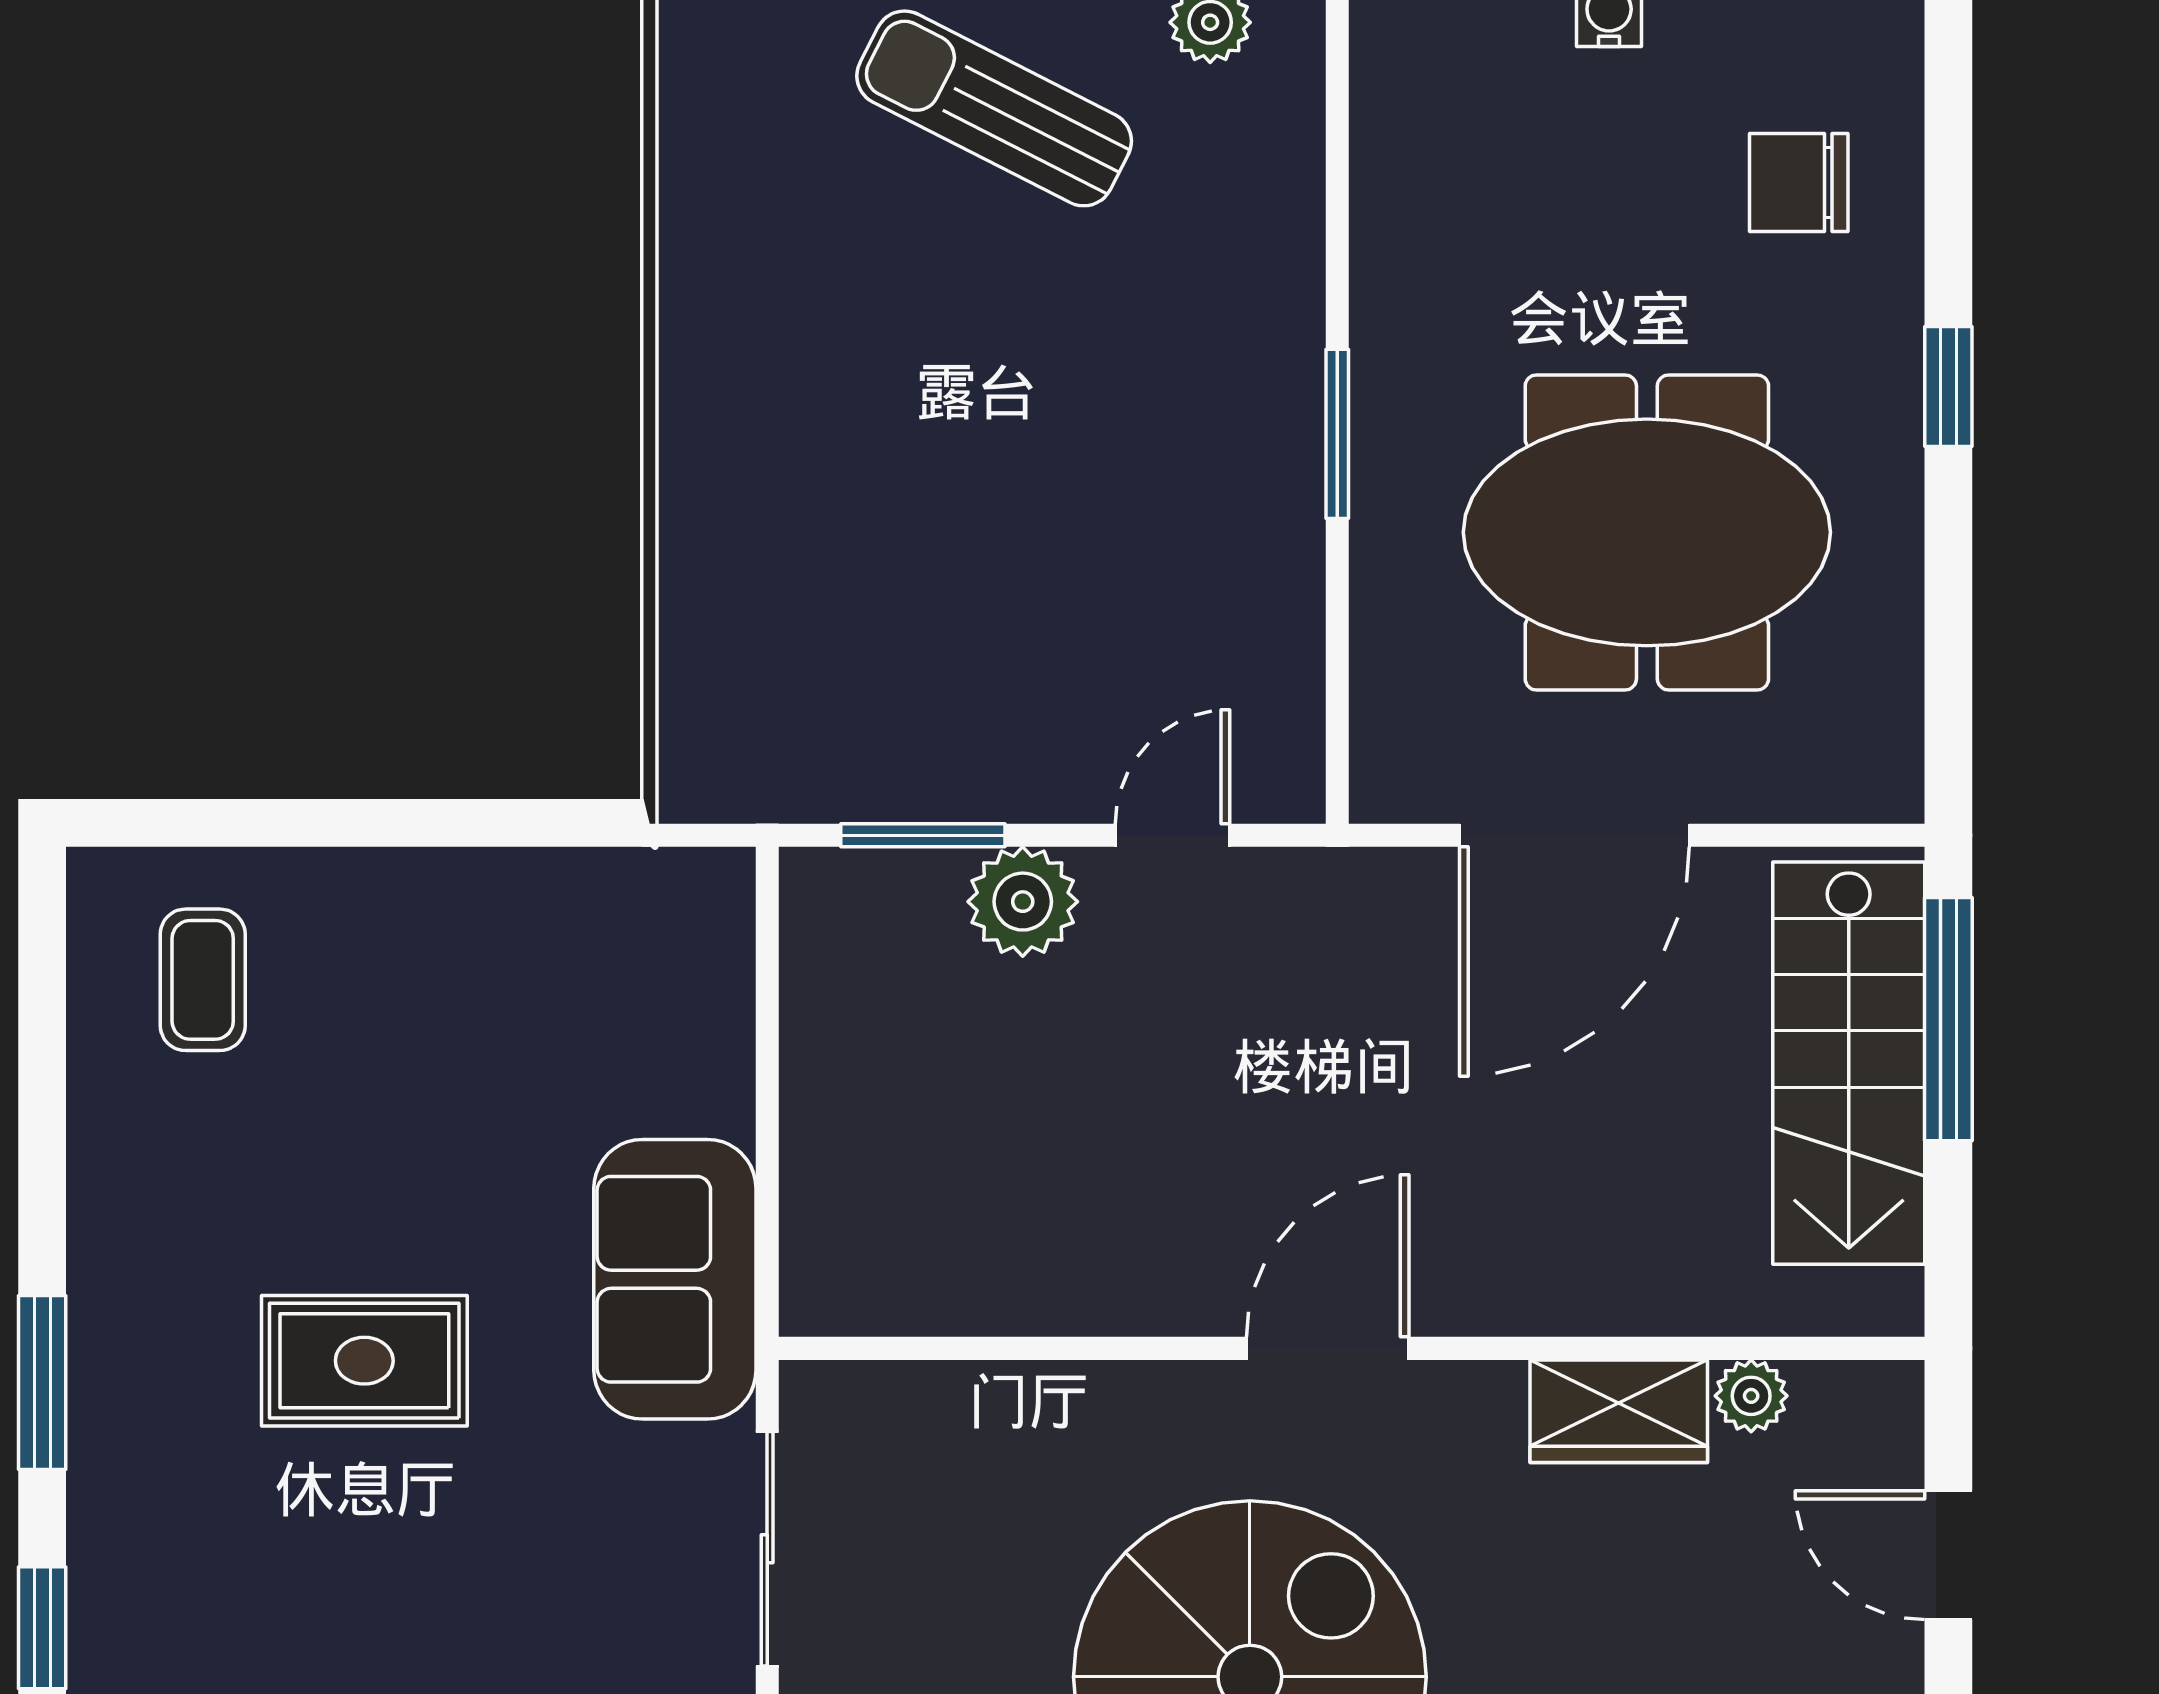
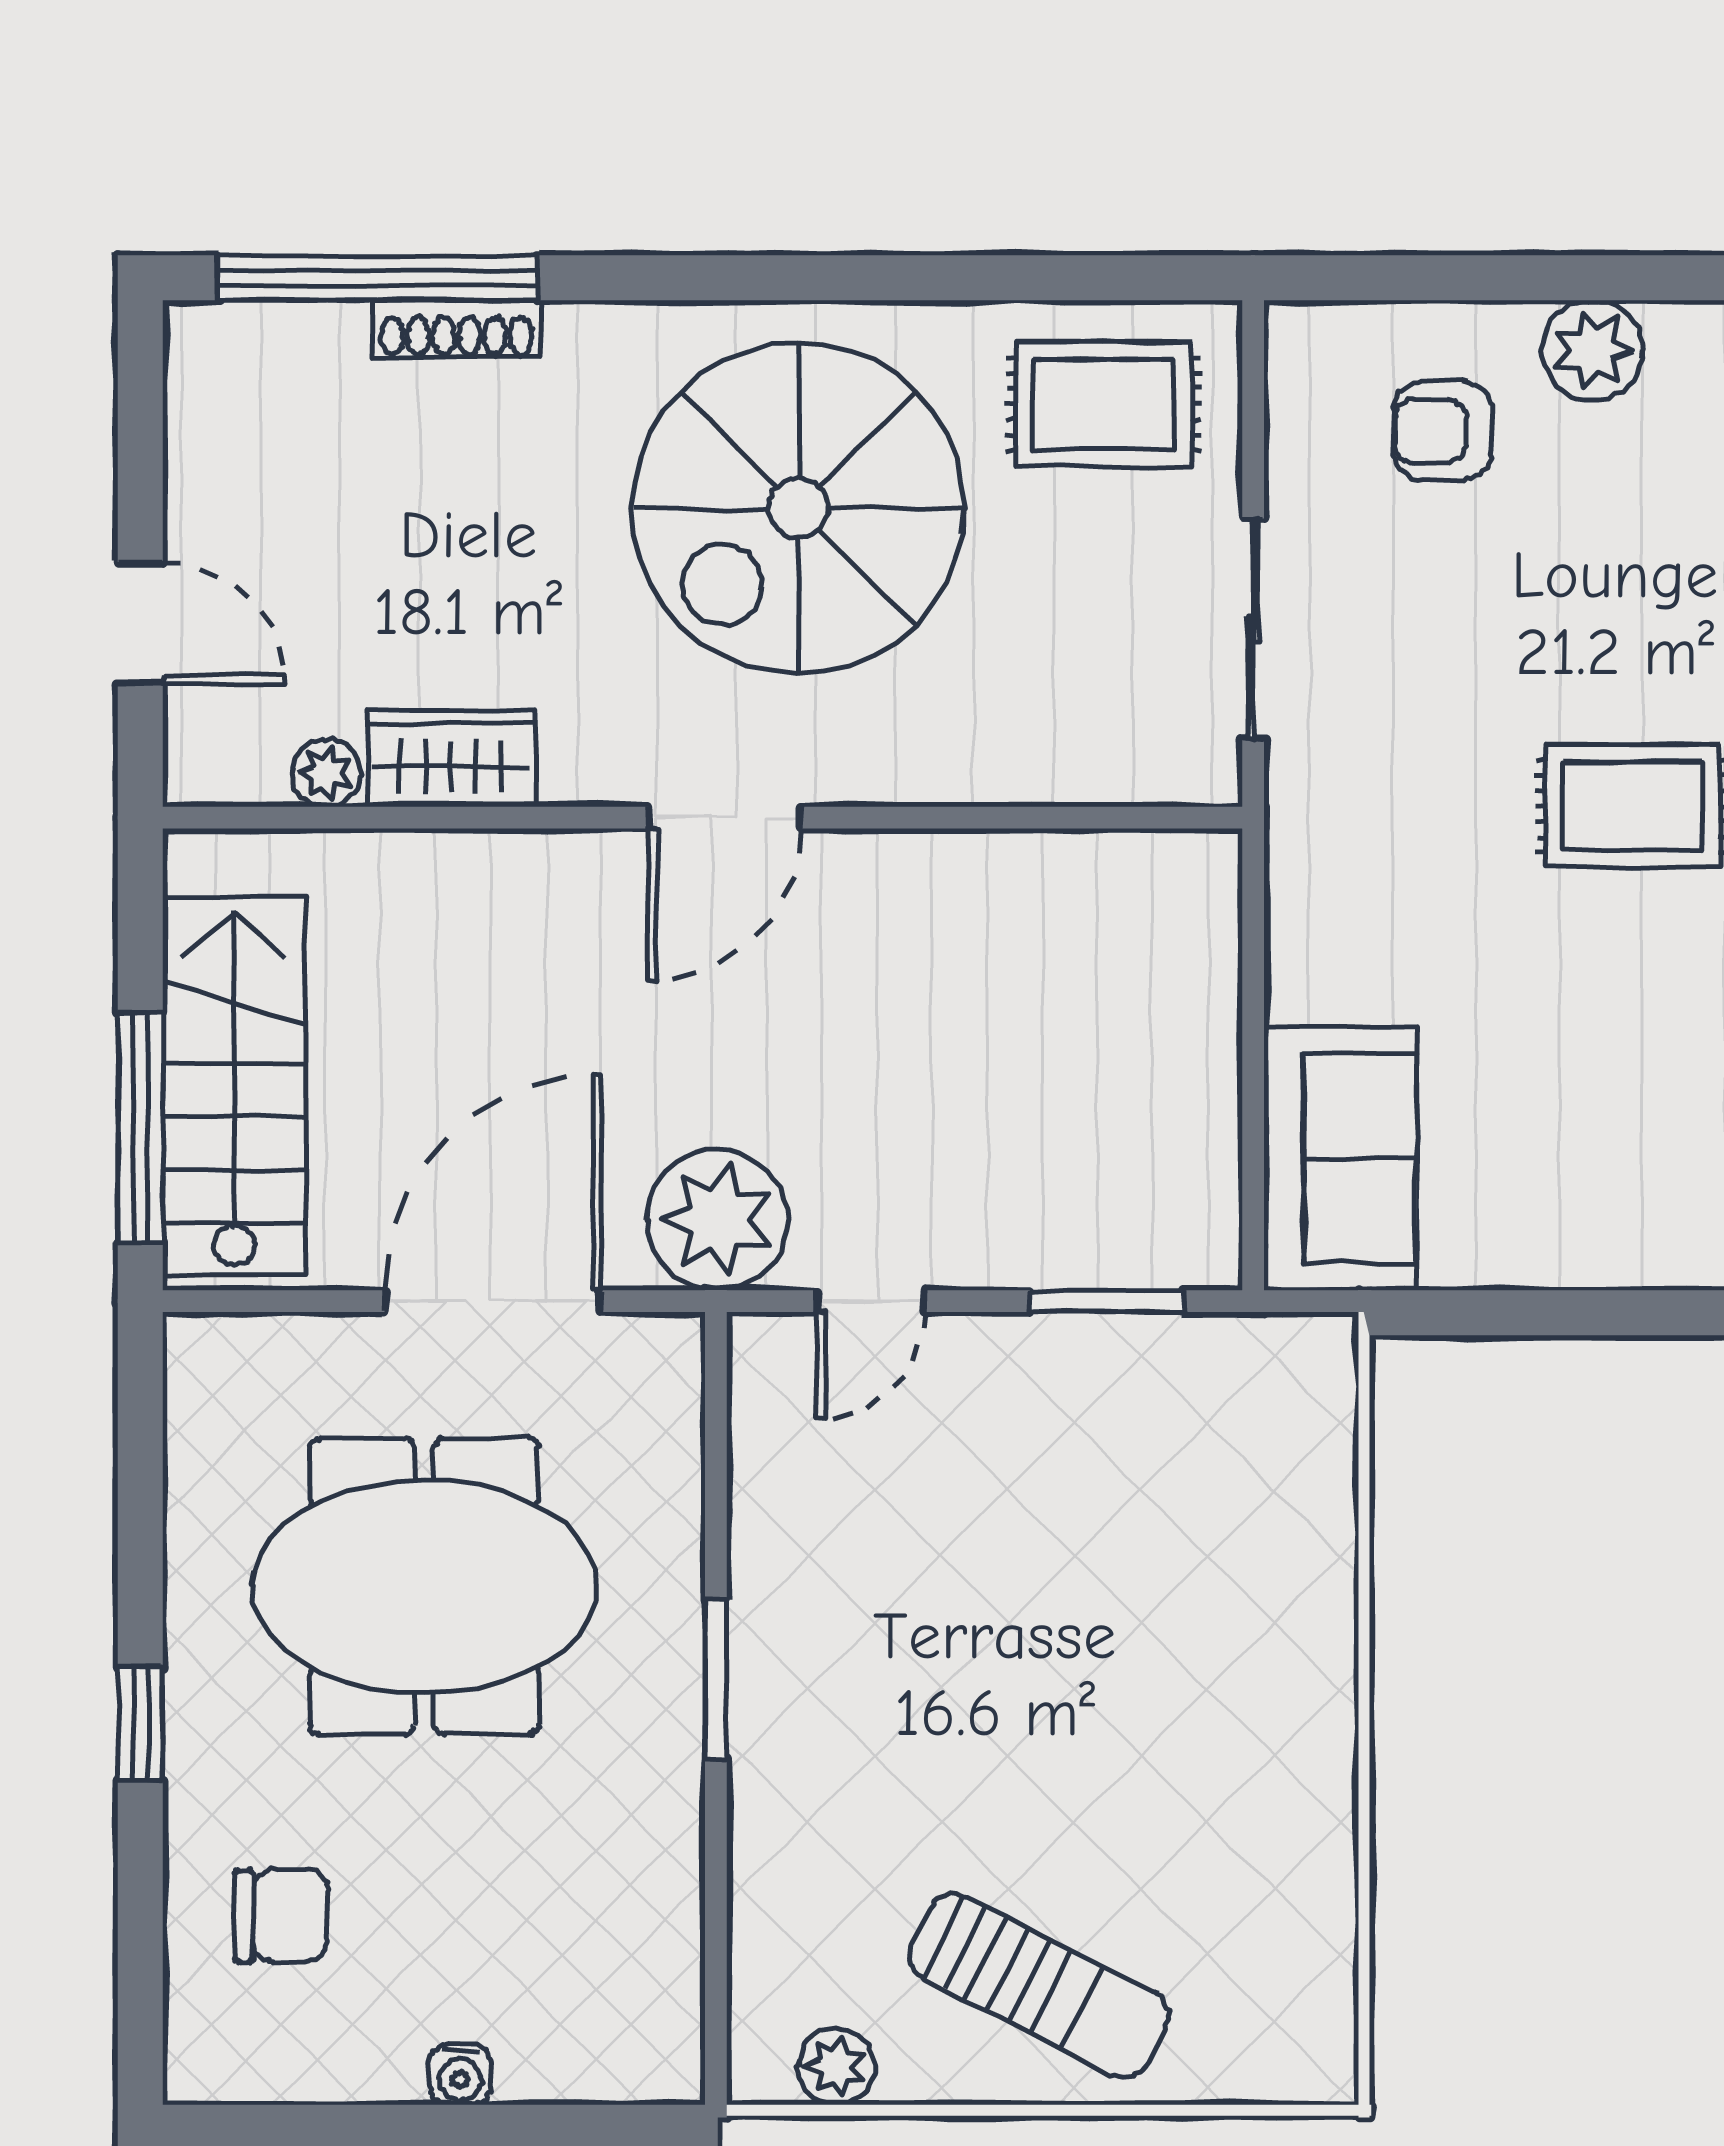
plant: (1023, 902) -> (718, 1220), moved, width x1.36, depth x1.36
sofa: (675, 1279) -> (1340, 1158), moved

